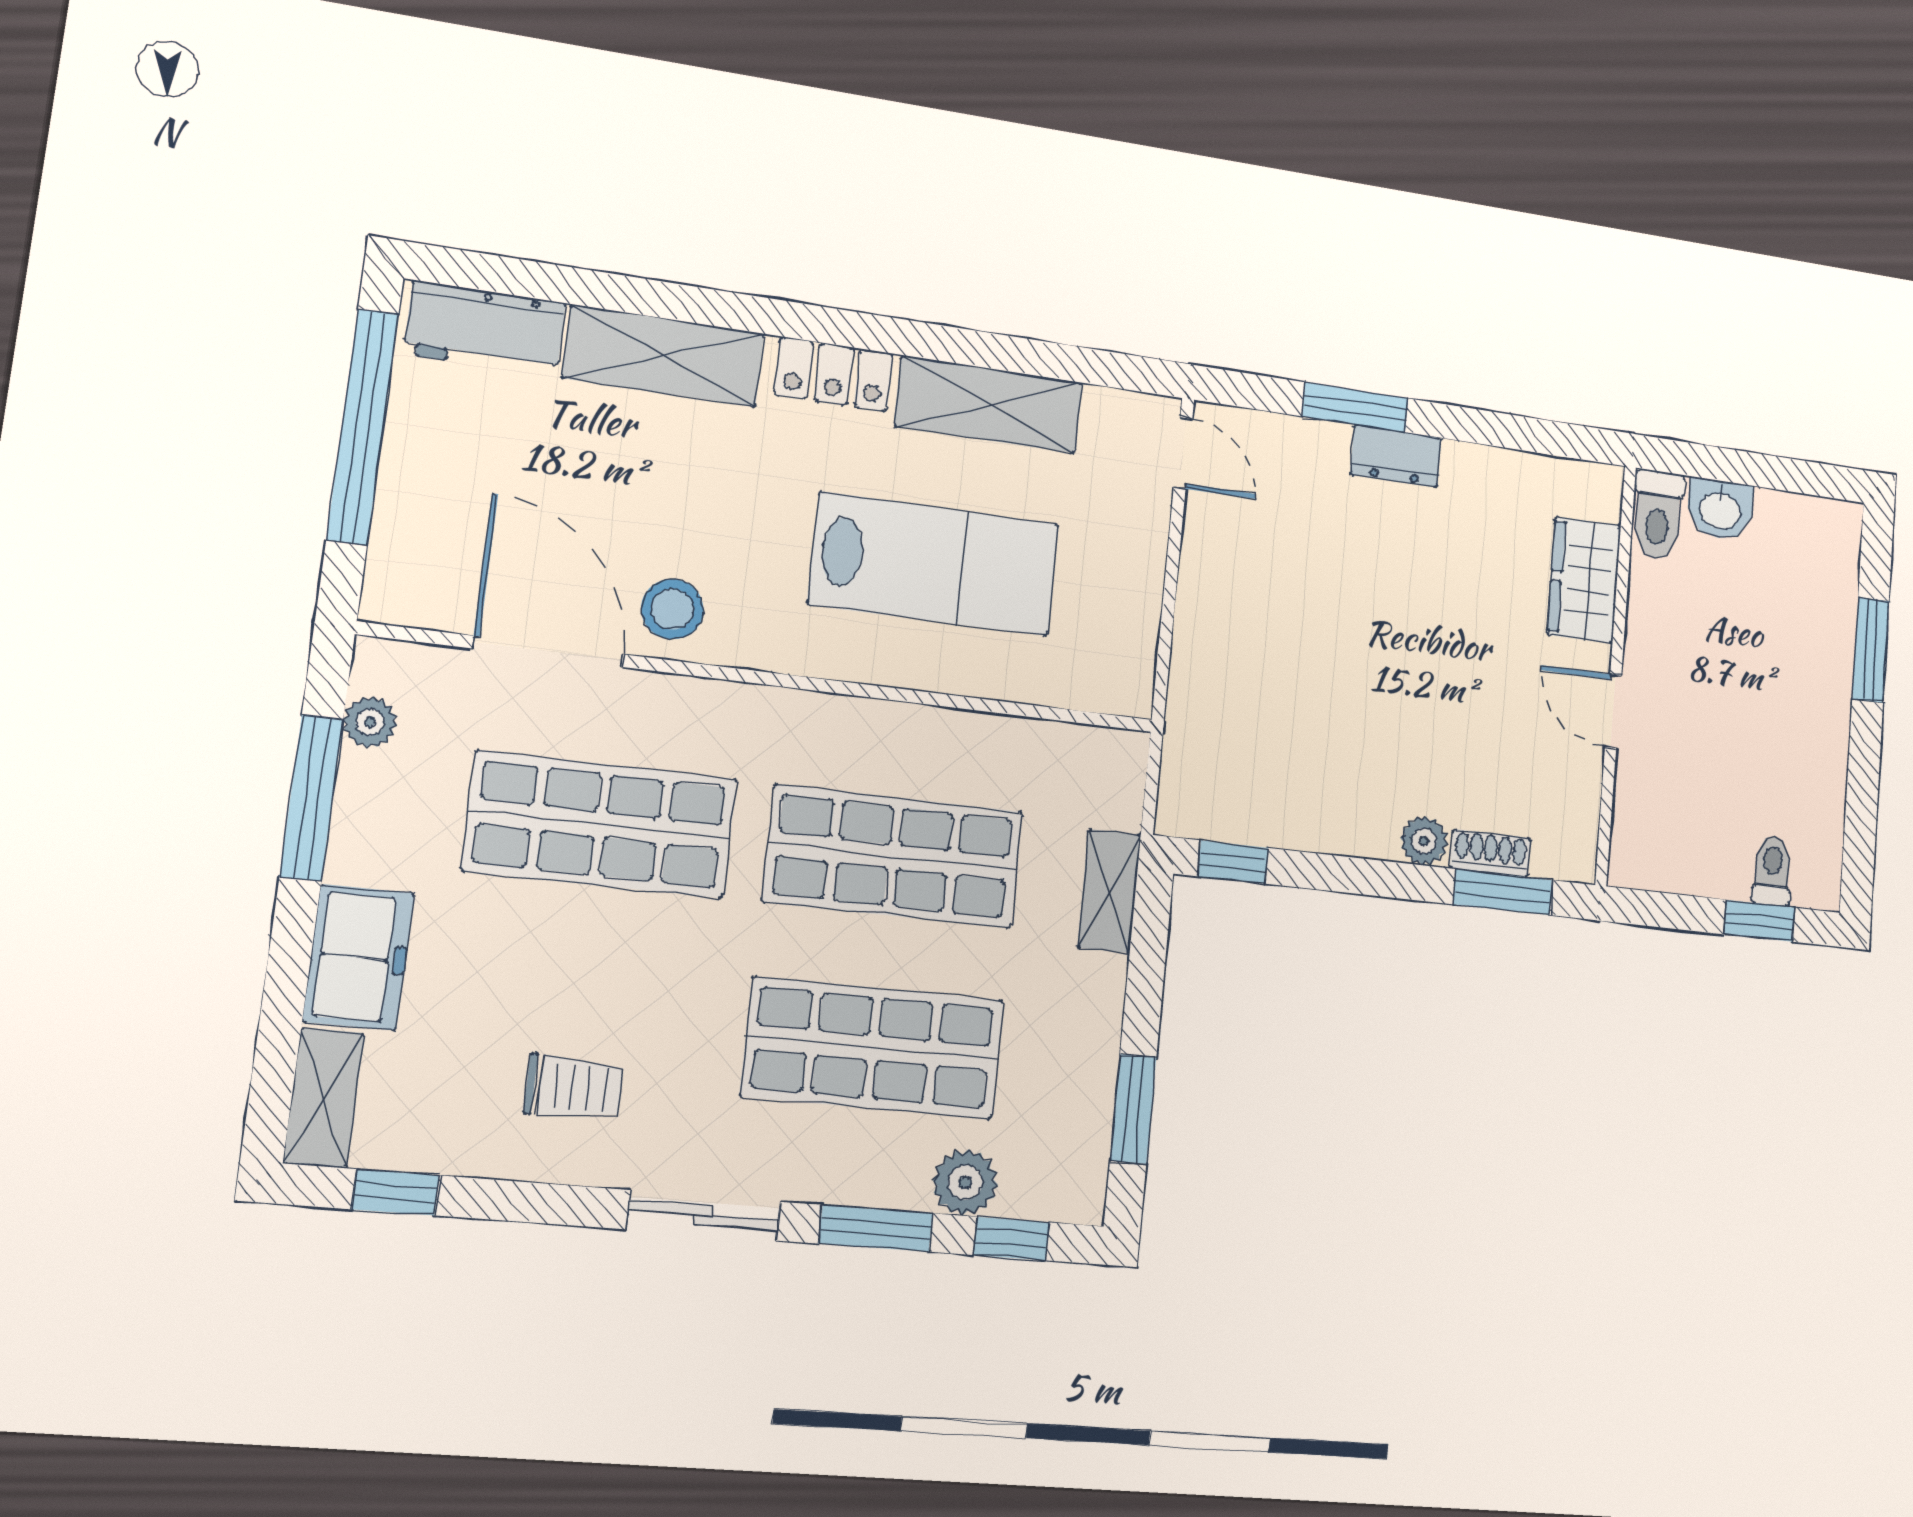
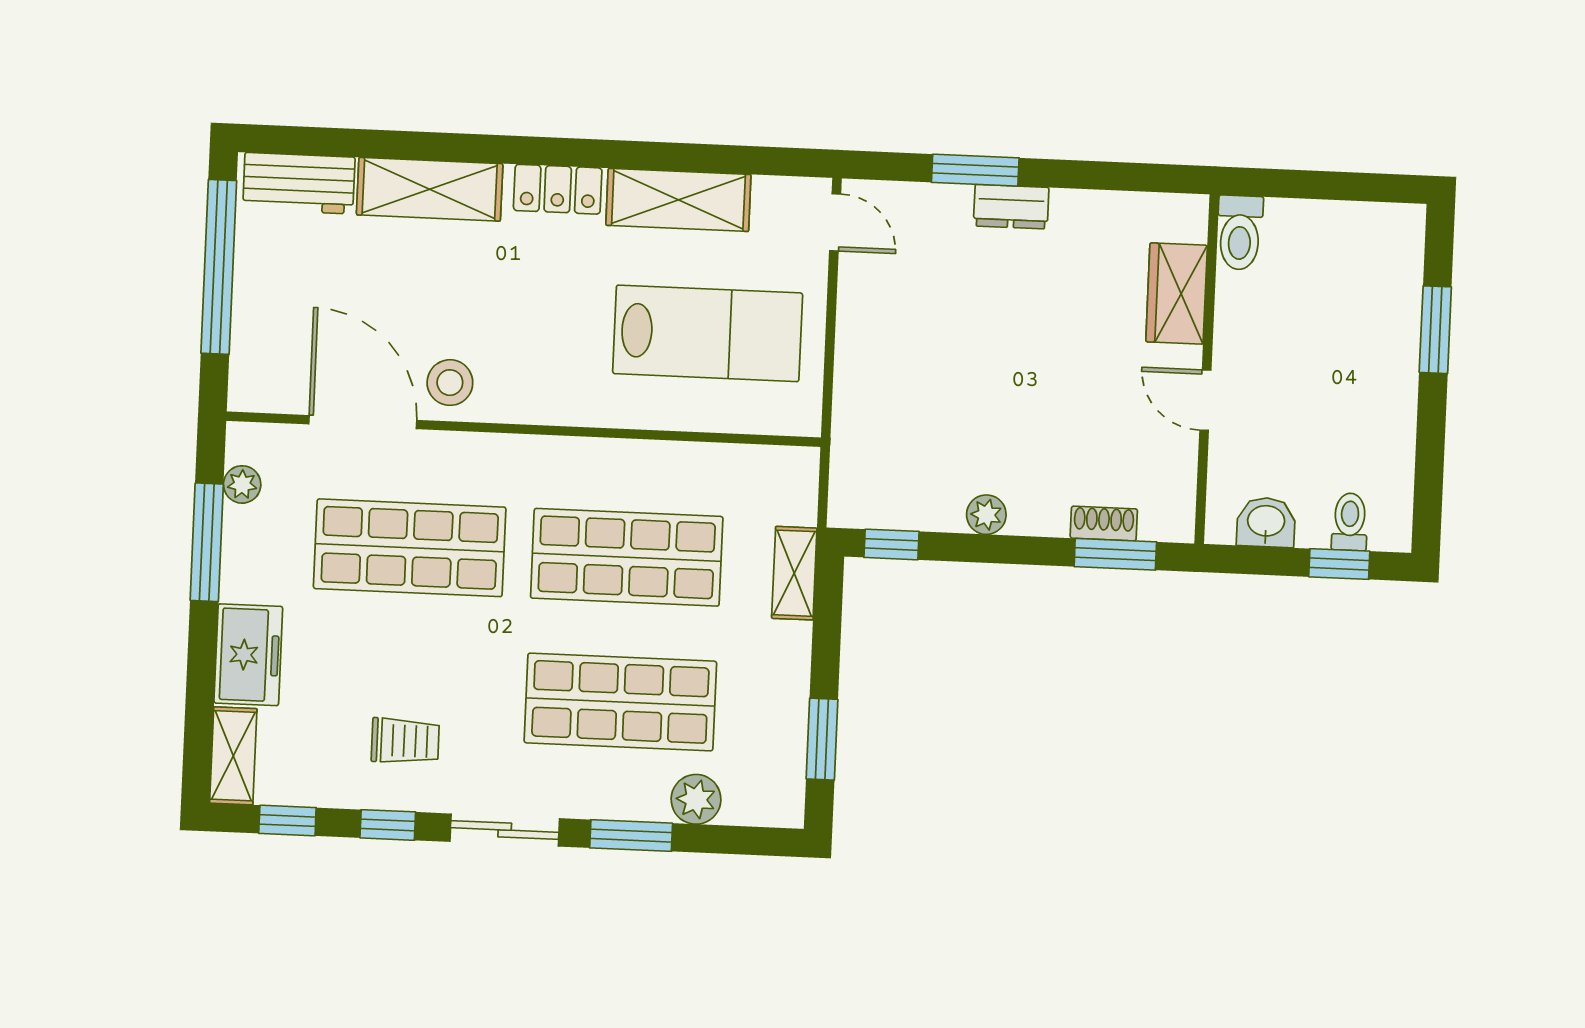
washbasin: (1720, 509) -> (1266, 522), moved, turned 180
lab bench: (934, 564) -> (708, 333), moved
plant: (1424, 841) -> (986, 515), moved
window: (1012, 1239) -> (388, 825), moved

